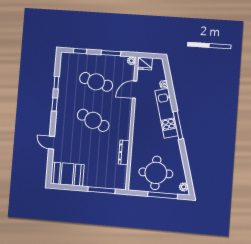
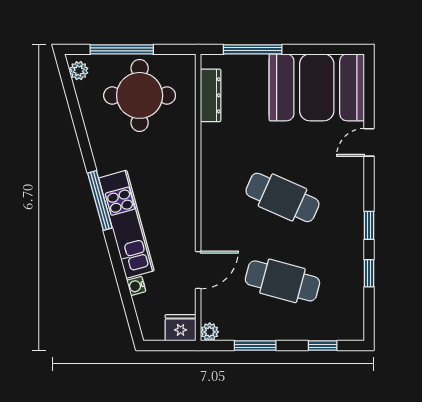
door: (52, 143) -> (369, 142), swing flipped
dresser: (124, 152) -> (211, 95), moved
booth: (67, 174) -> (317, 87), width x1.36, depth x1.42

